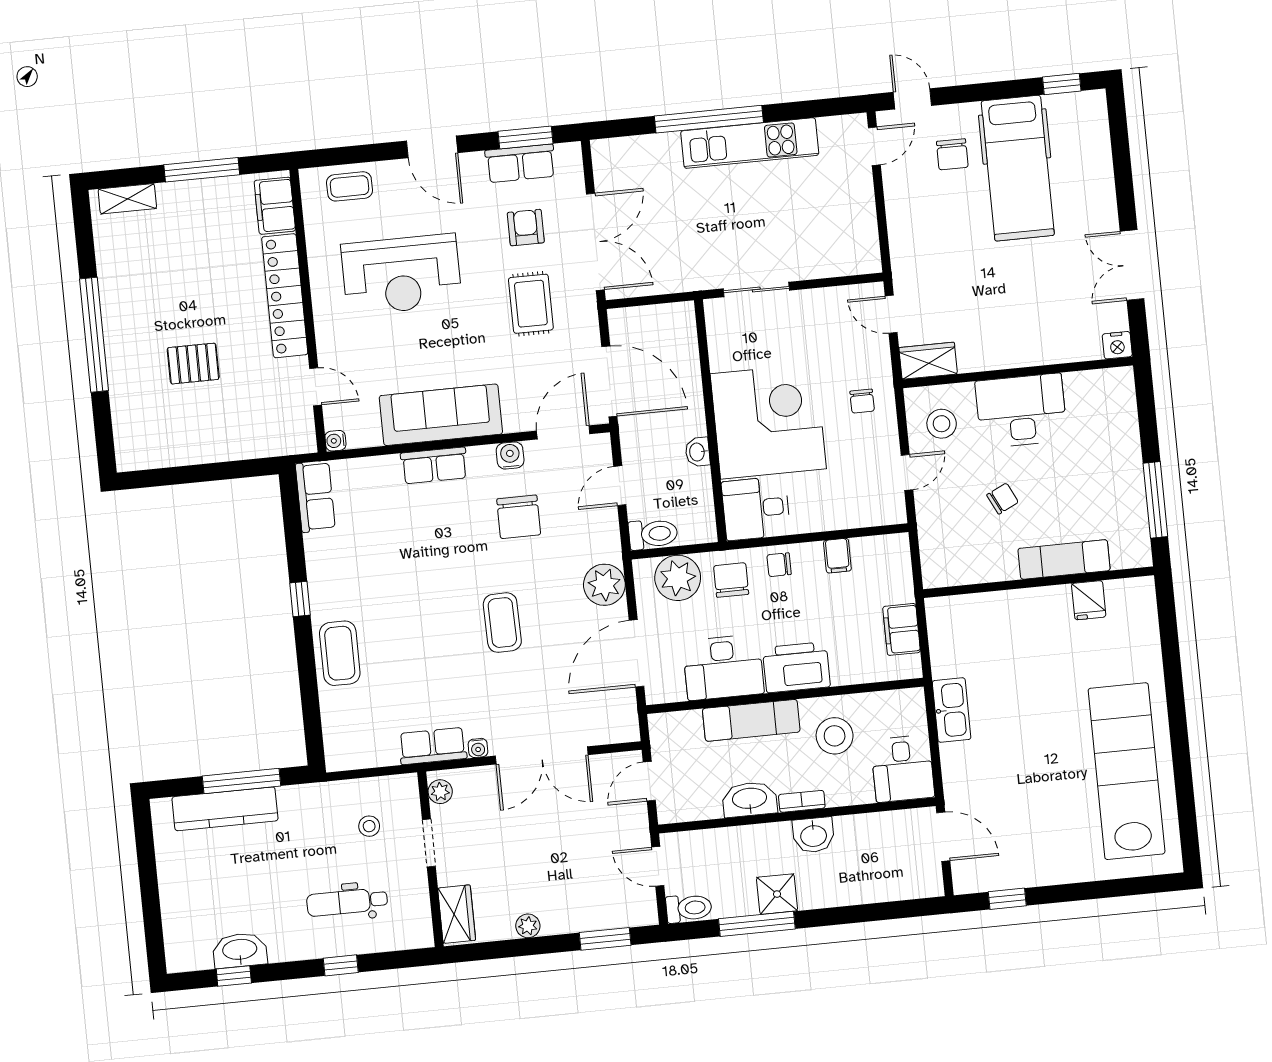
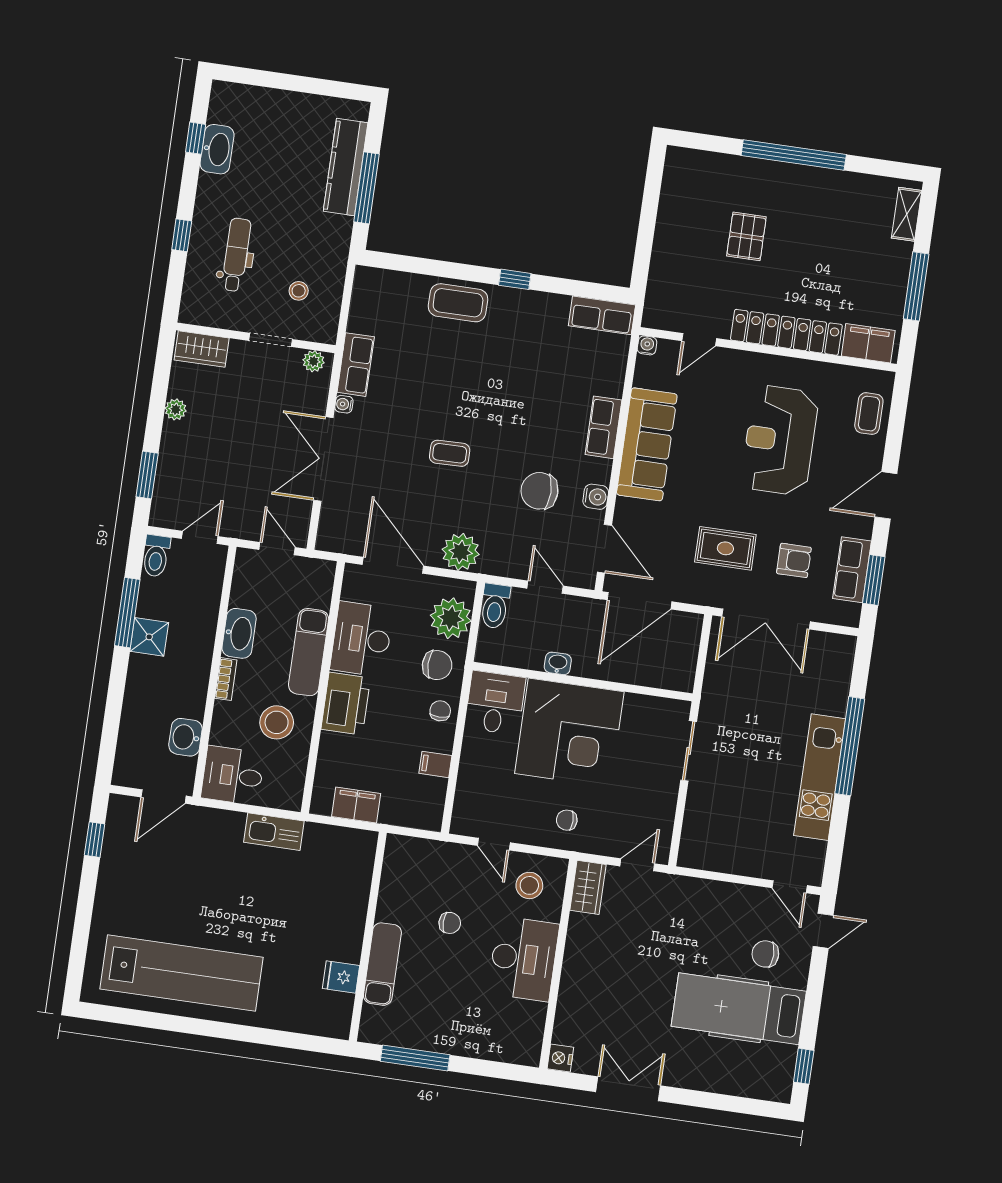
chair: (1002, 499) -> (450, 923), turned -64
coffee table: (502, 623) -> (450, 453), width x0.73, depth x0.77
washbasin: (813, 835) -> (185, 737), moved

